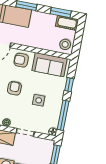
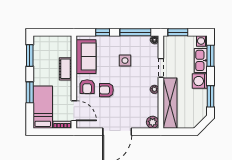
cot: (67, 23) -> (66, 69), moved
stool: (65, 44) -> (62, 45), removed
armchair: (14, 88) -> (106, 90), moved

